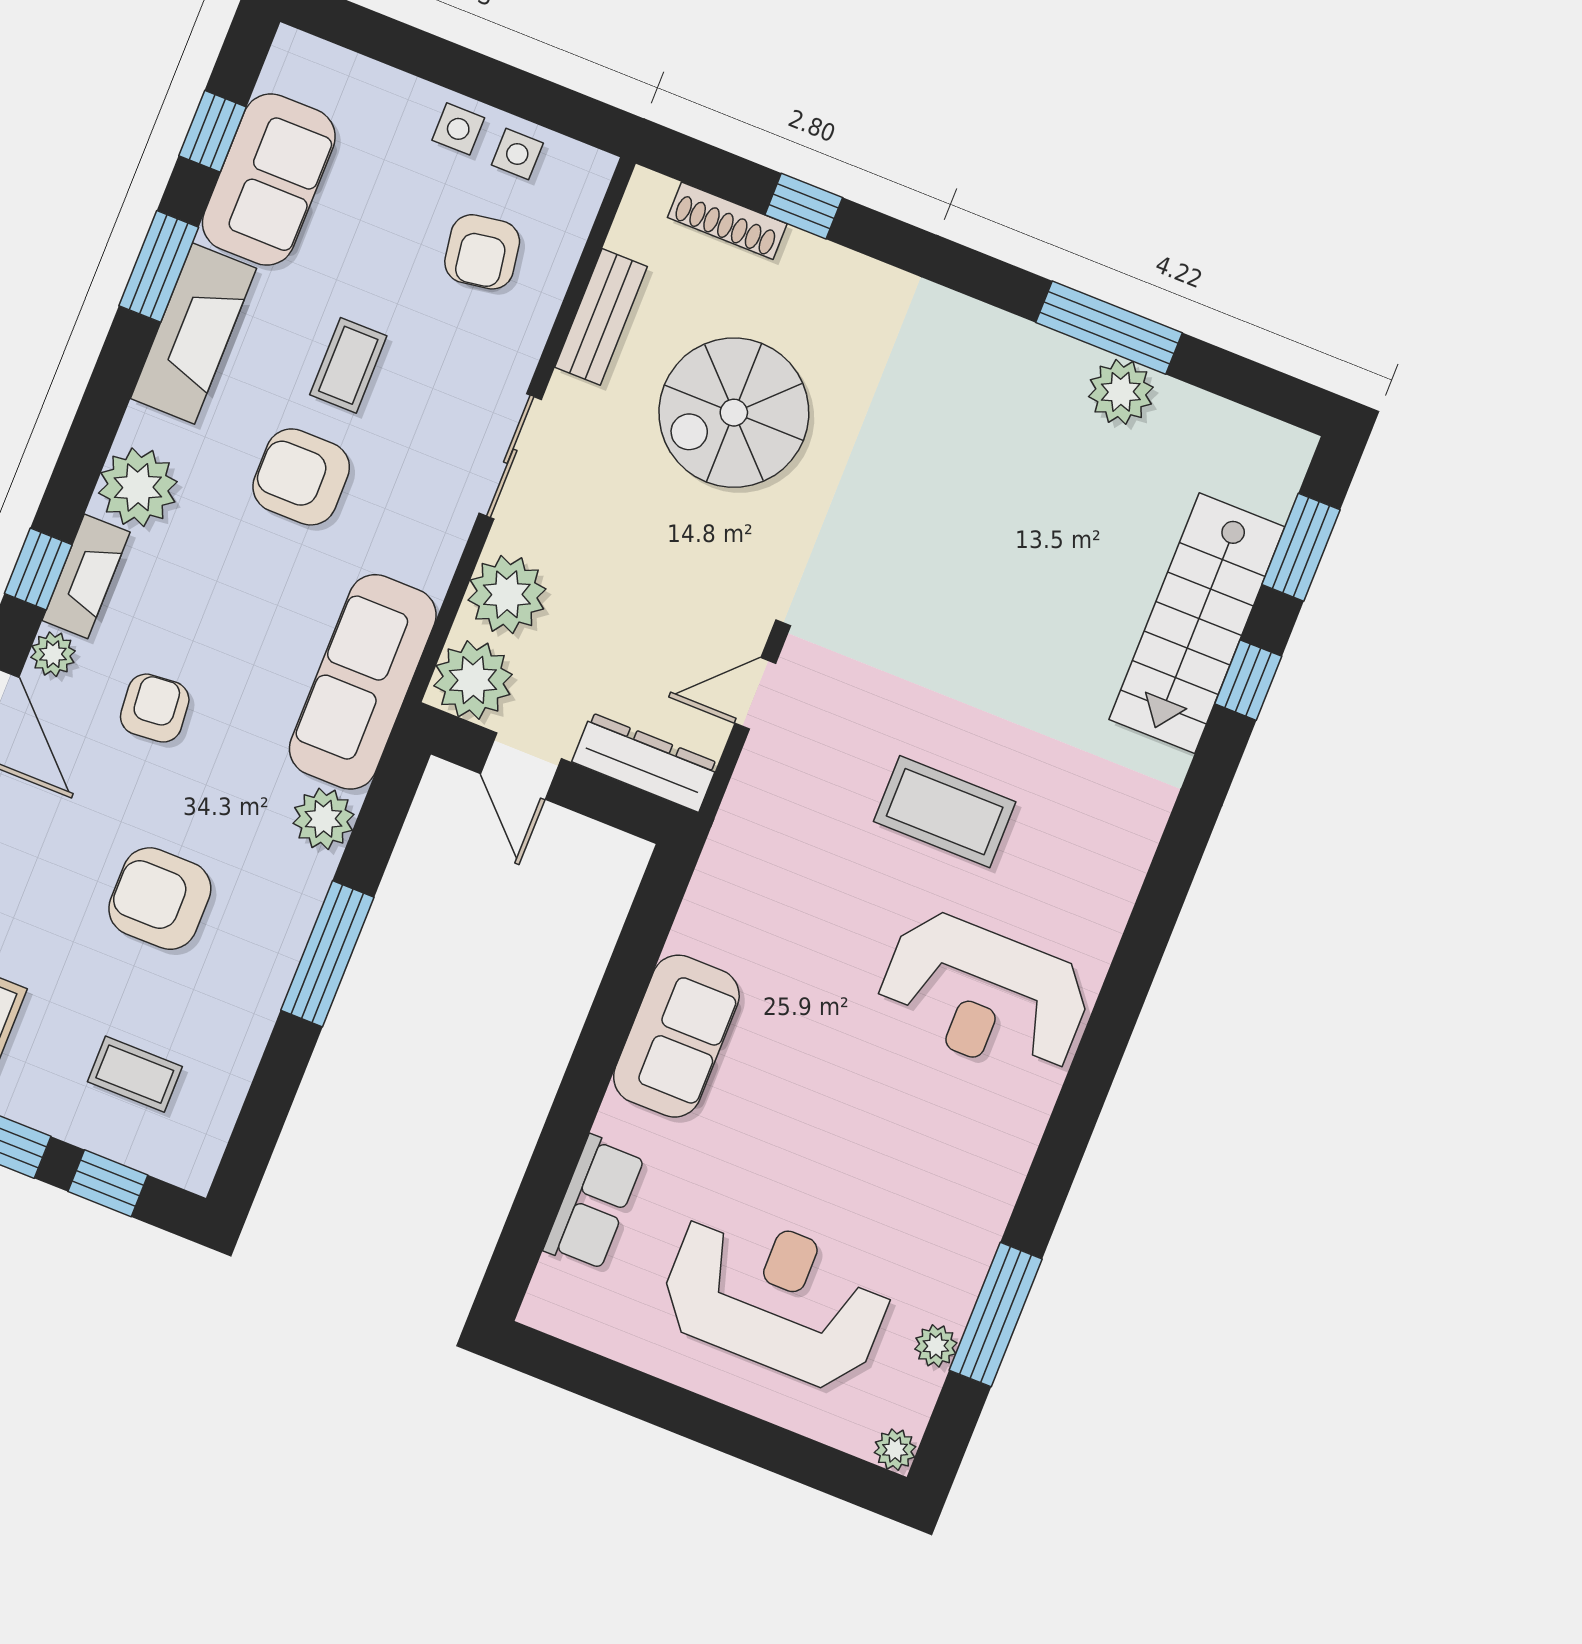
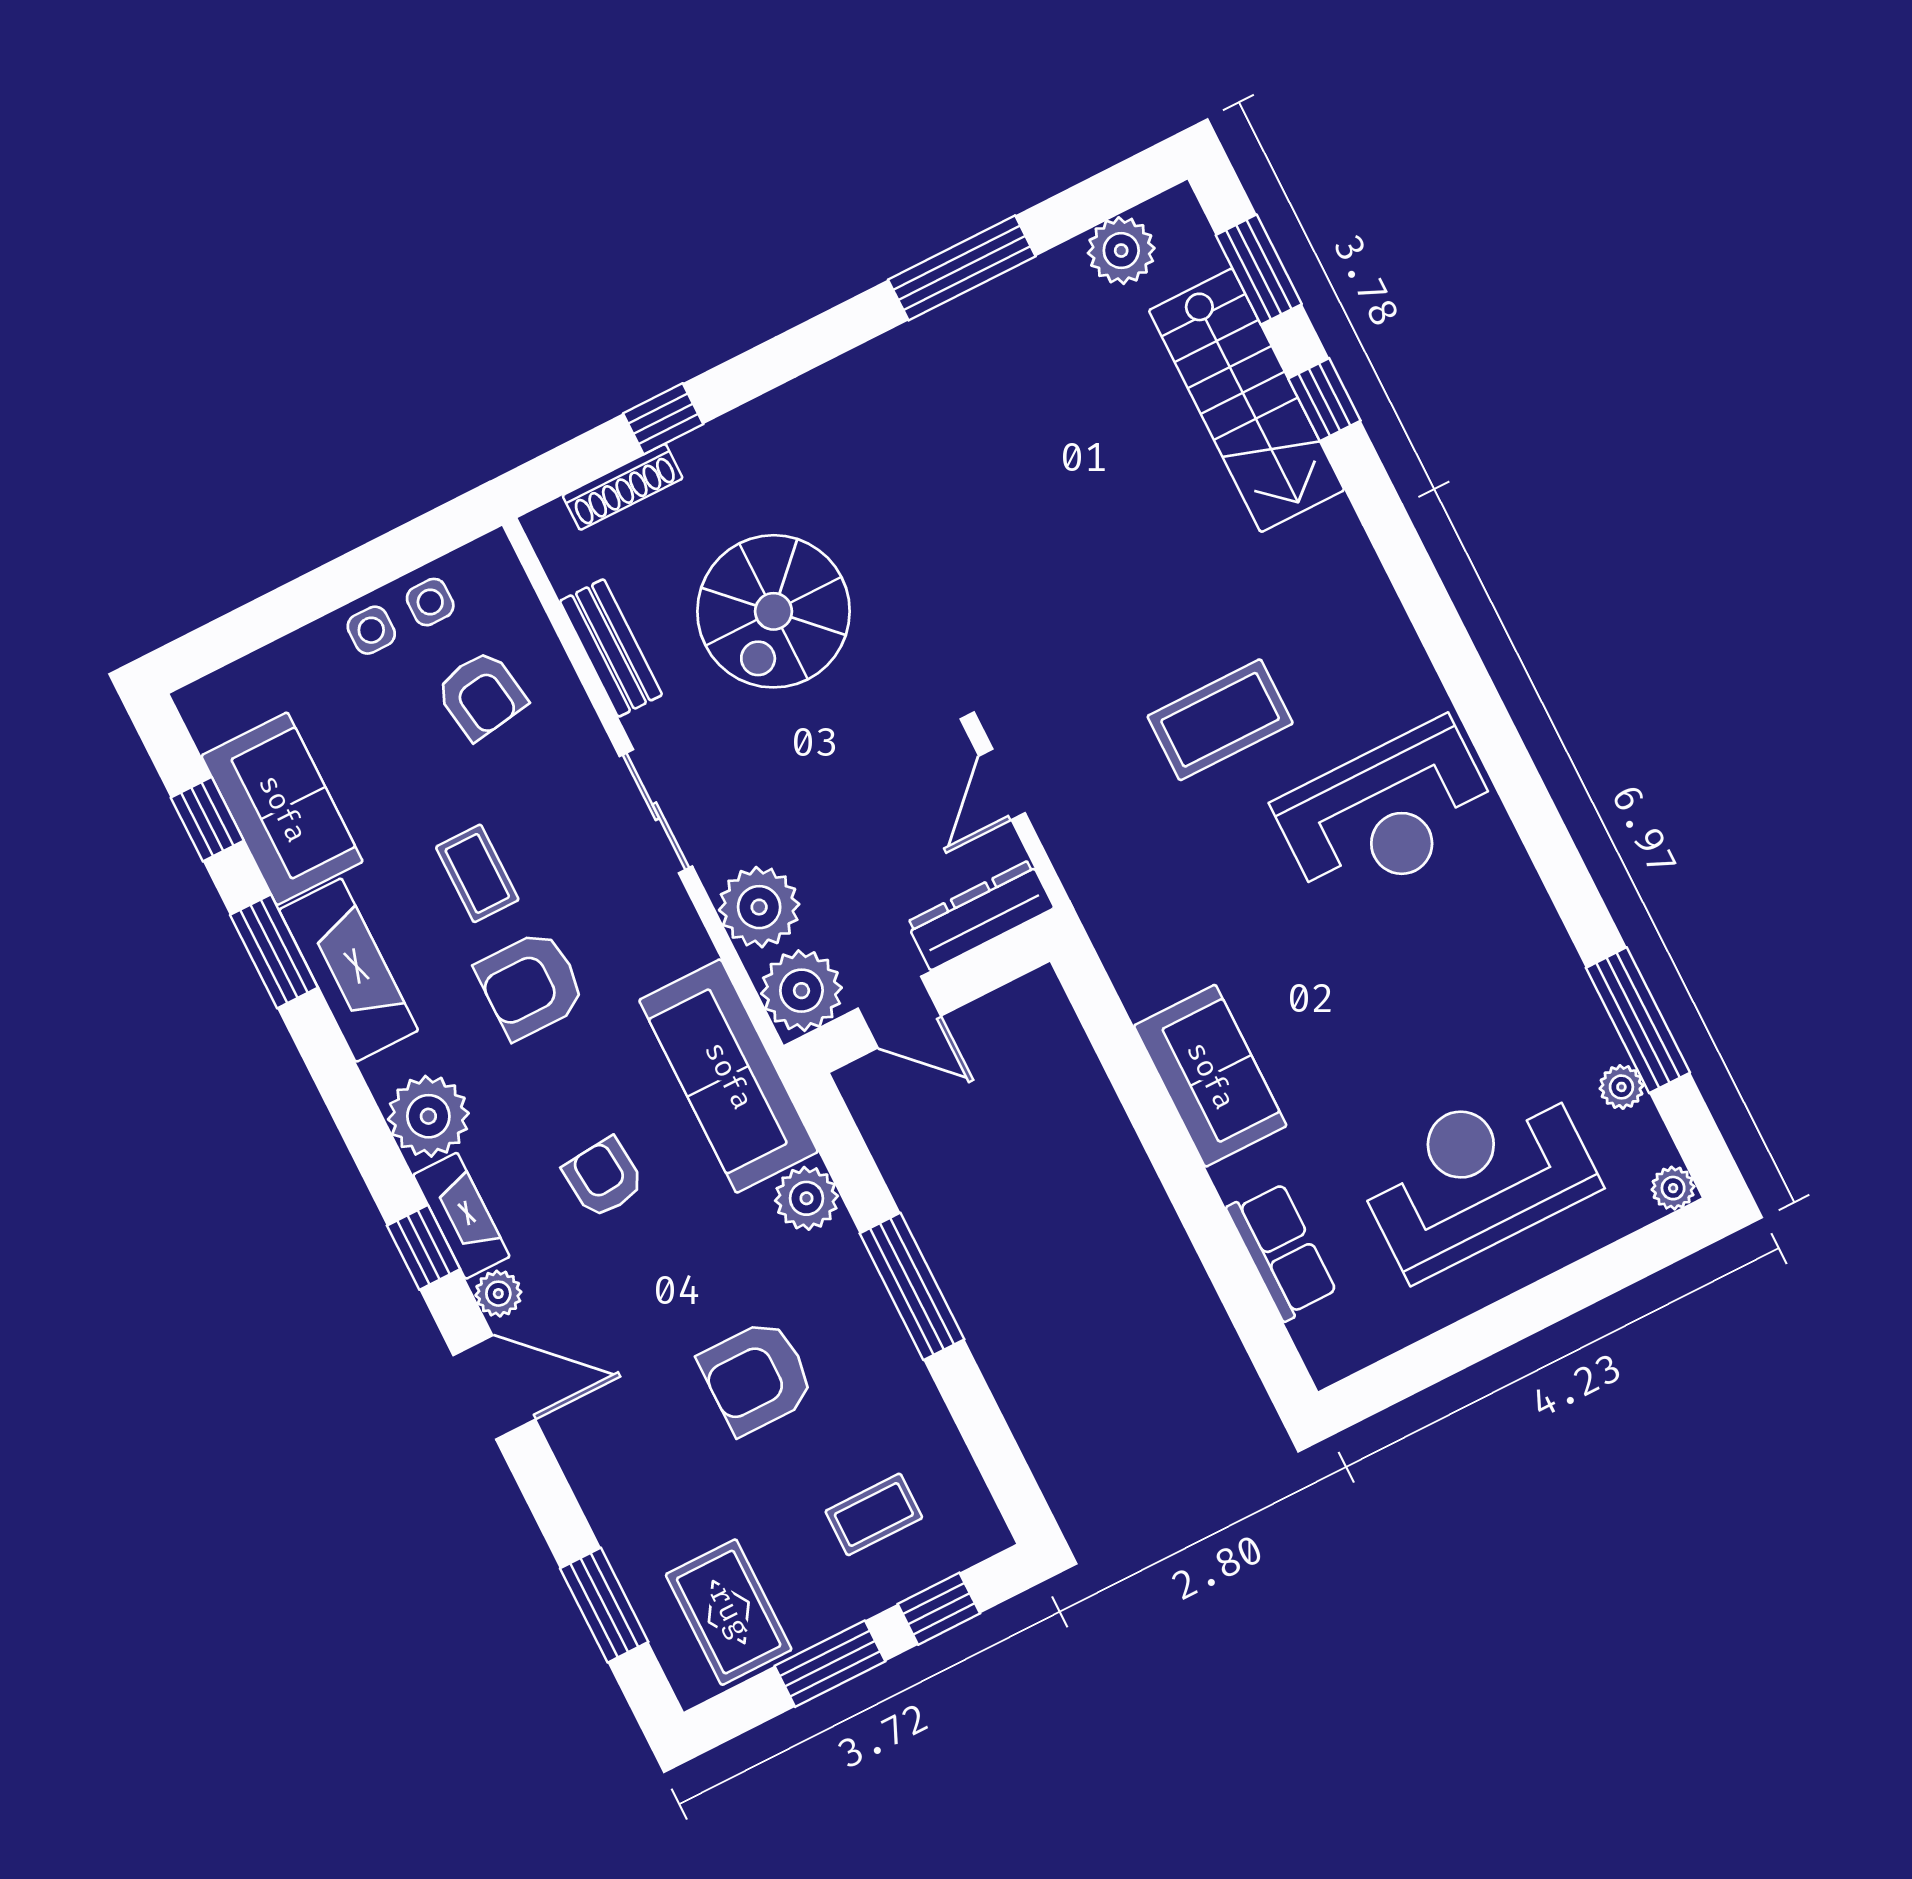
plant: (1121, 392) -> (1121, 251), moved
armchair: (155, 708) -> (604, 1178), moved

